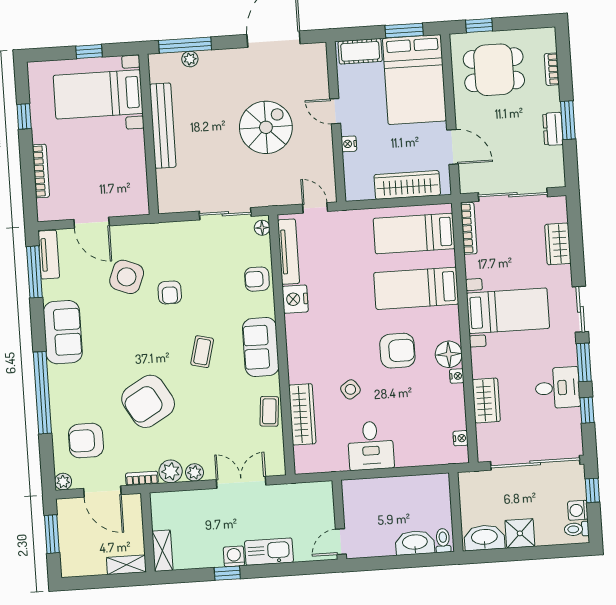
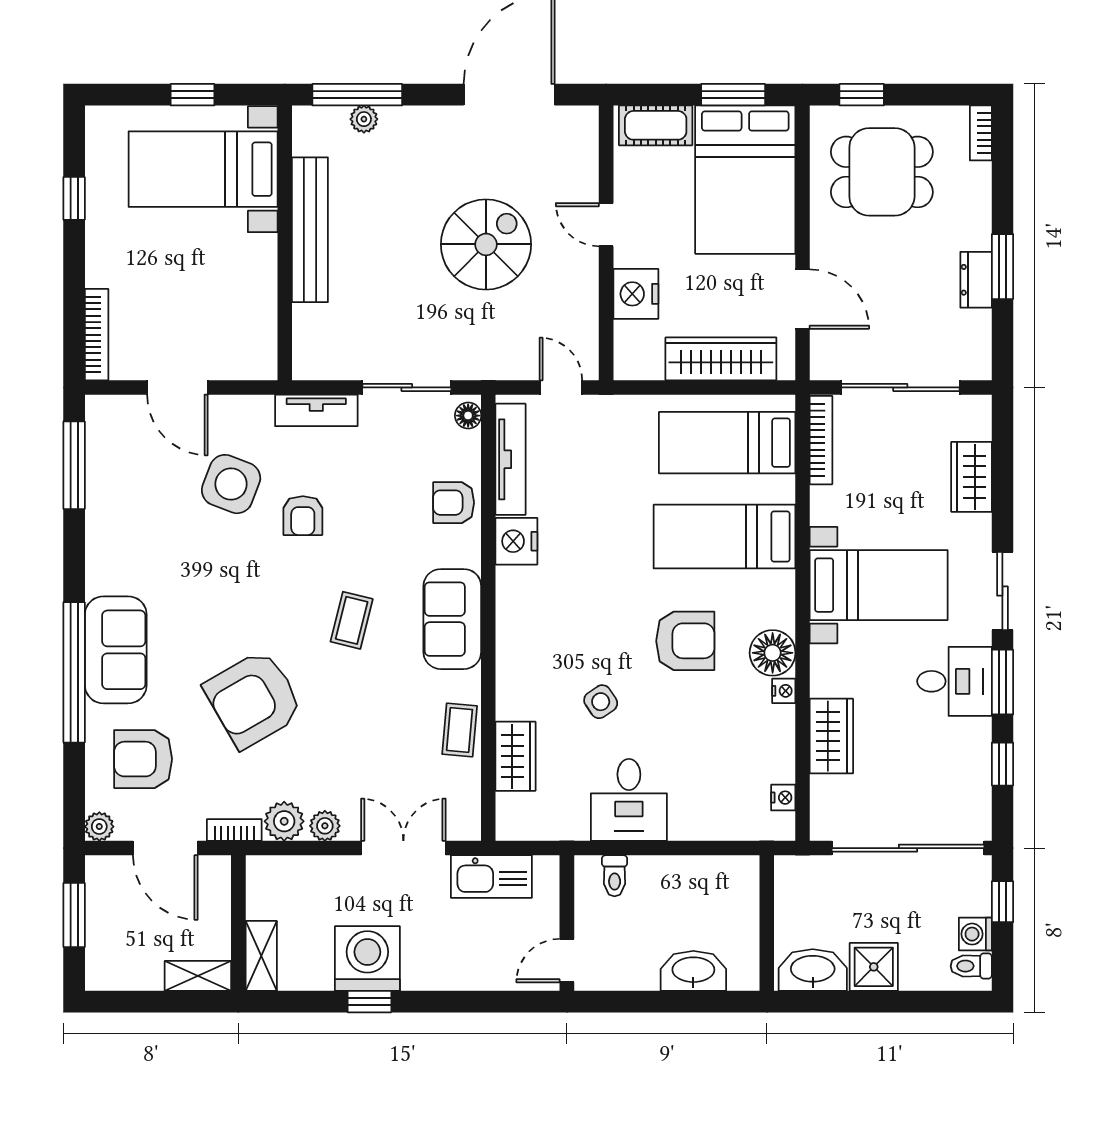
bookcase: (552, 69) -> (981, 133), moved
nightstand: (349, 144) -> (636, 294), width x1.89, depth x1.79
bookcase: (41, 171) -> (97, 335), moved
tv unit: (49, 255) -> (316, 410), moved, turned 90
sofa: (63, 332) -> (116, 650), moved
desk: (557, 388) -> (954, 681), moved
wardrobe: (302, 414) -> (516, 756), width x0.67
toilet: (443, 541) -> (615, 876), moved, turned 180
kitchen sink: (269, 552) -> (491, 877), moved, turned 180
washing machine: (234, 556) -> (367, 958), width x1.89, depth x1.89

